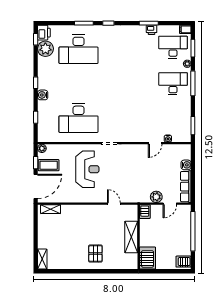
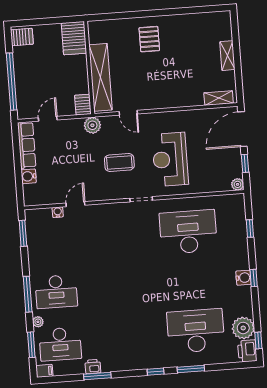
water cooler: (43, 95) -> (243, 278), moved
coffee table: (49, 165) -> (119, 163), moved
plant: (156, 197) -> (92, 125), moved
shelving: (131, 237) -> (101, 77), width x1.47
shelving: (42, 259) -> (227, 56), moved

